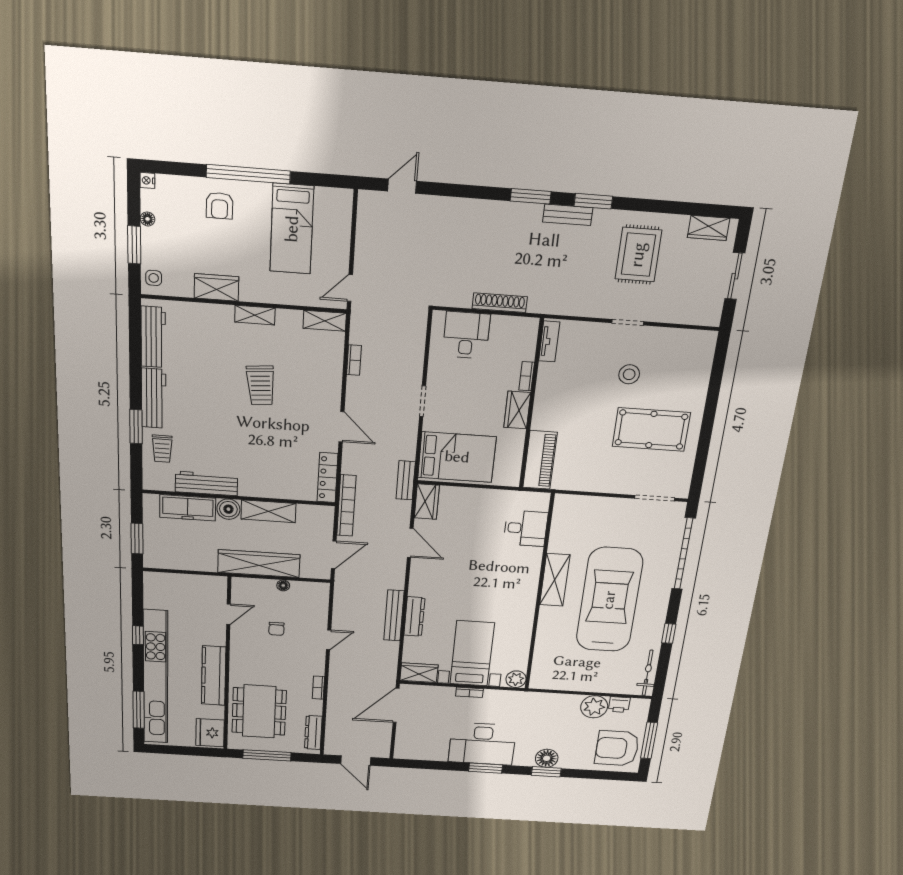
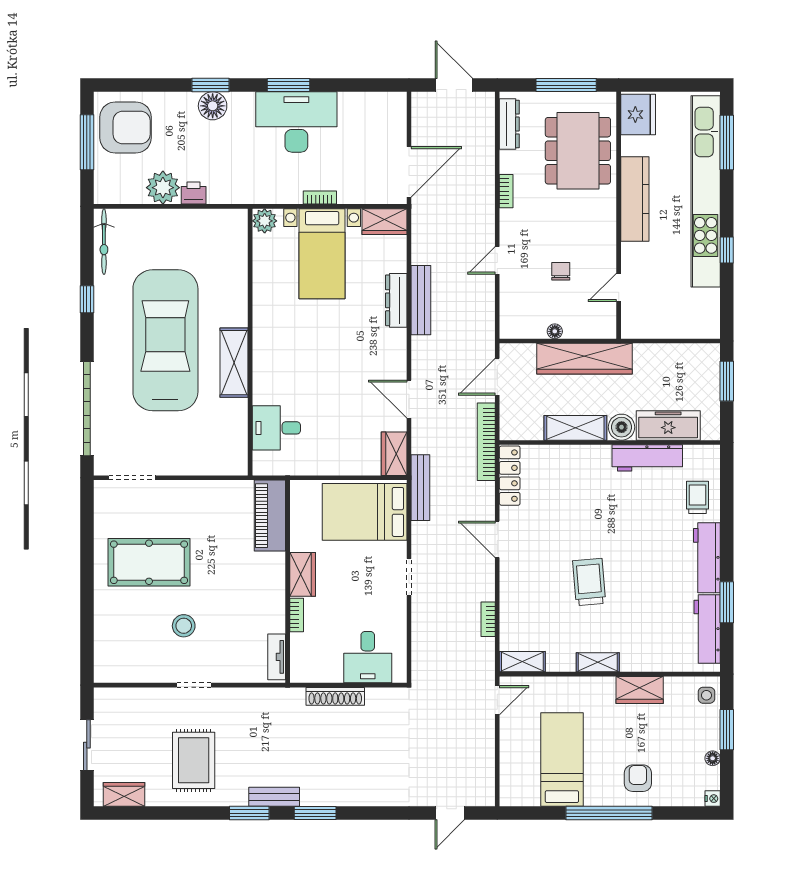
window: (136, 427) -> (727, 602), moved
bench: (406, 480) -> (420, 488), width x1.36
car: (609, 600) -> (165, 340), turned 180
printer: (619, 705) -> (194, 193), moved

